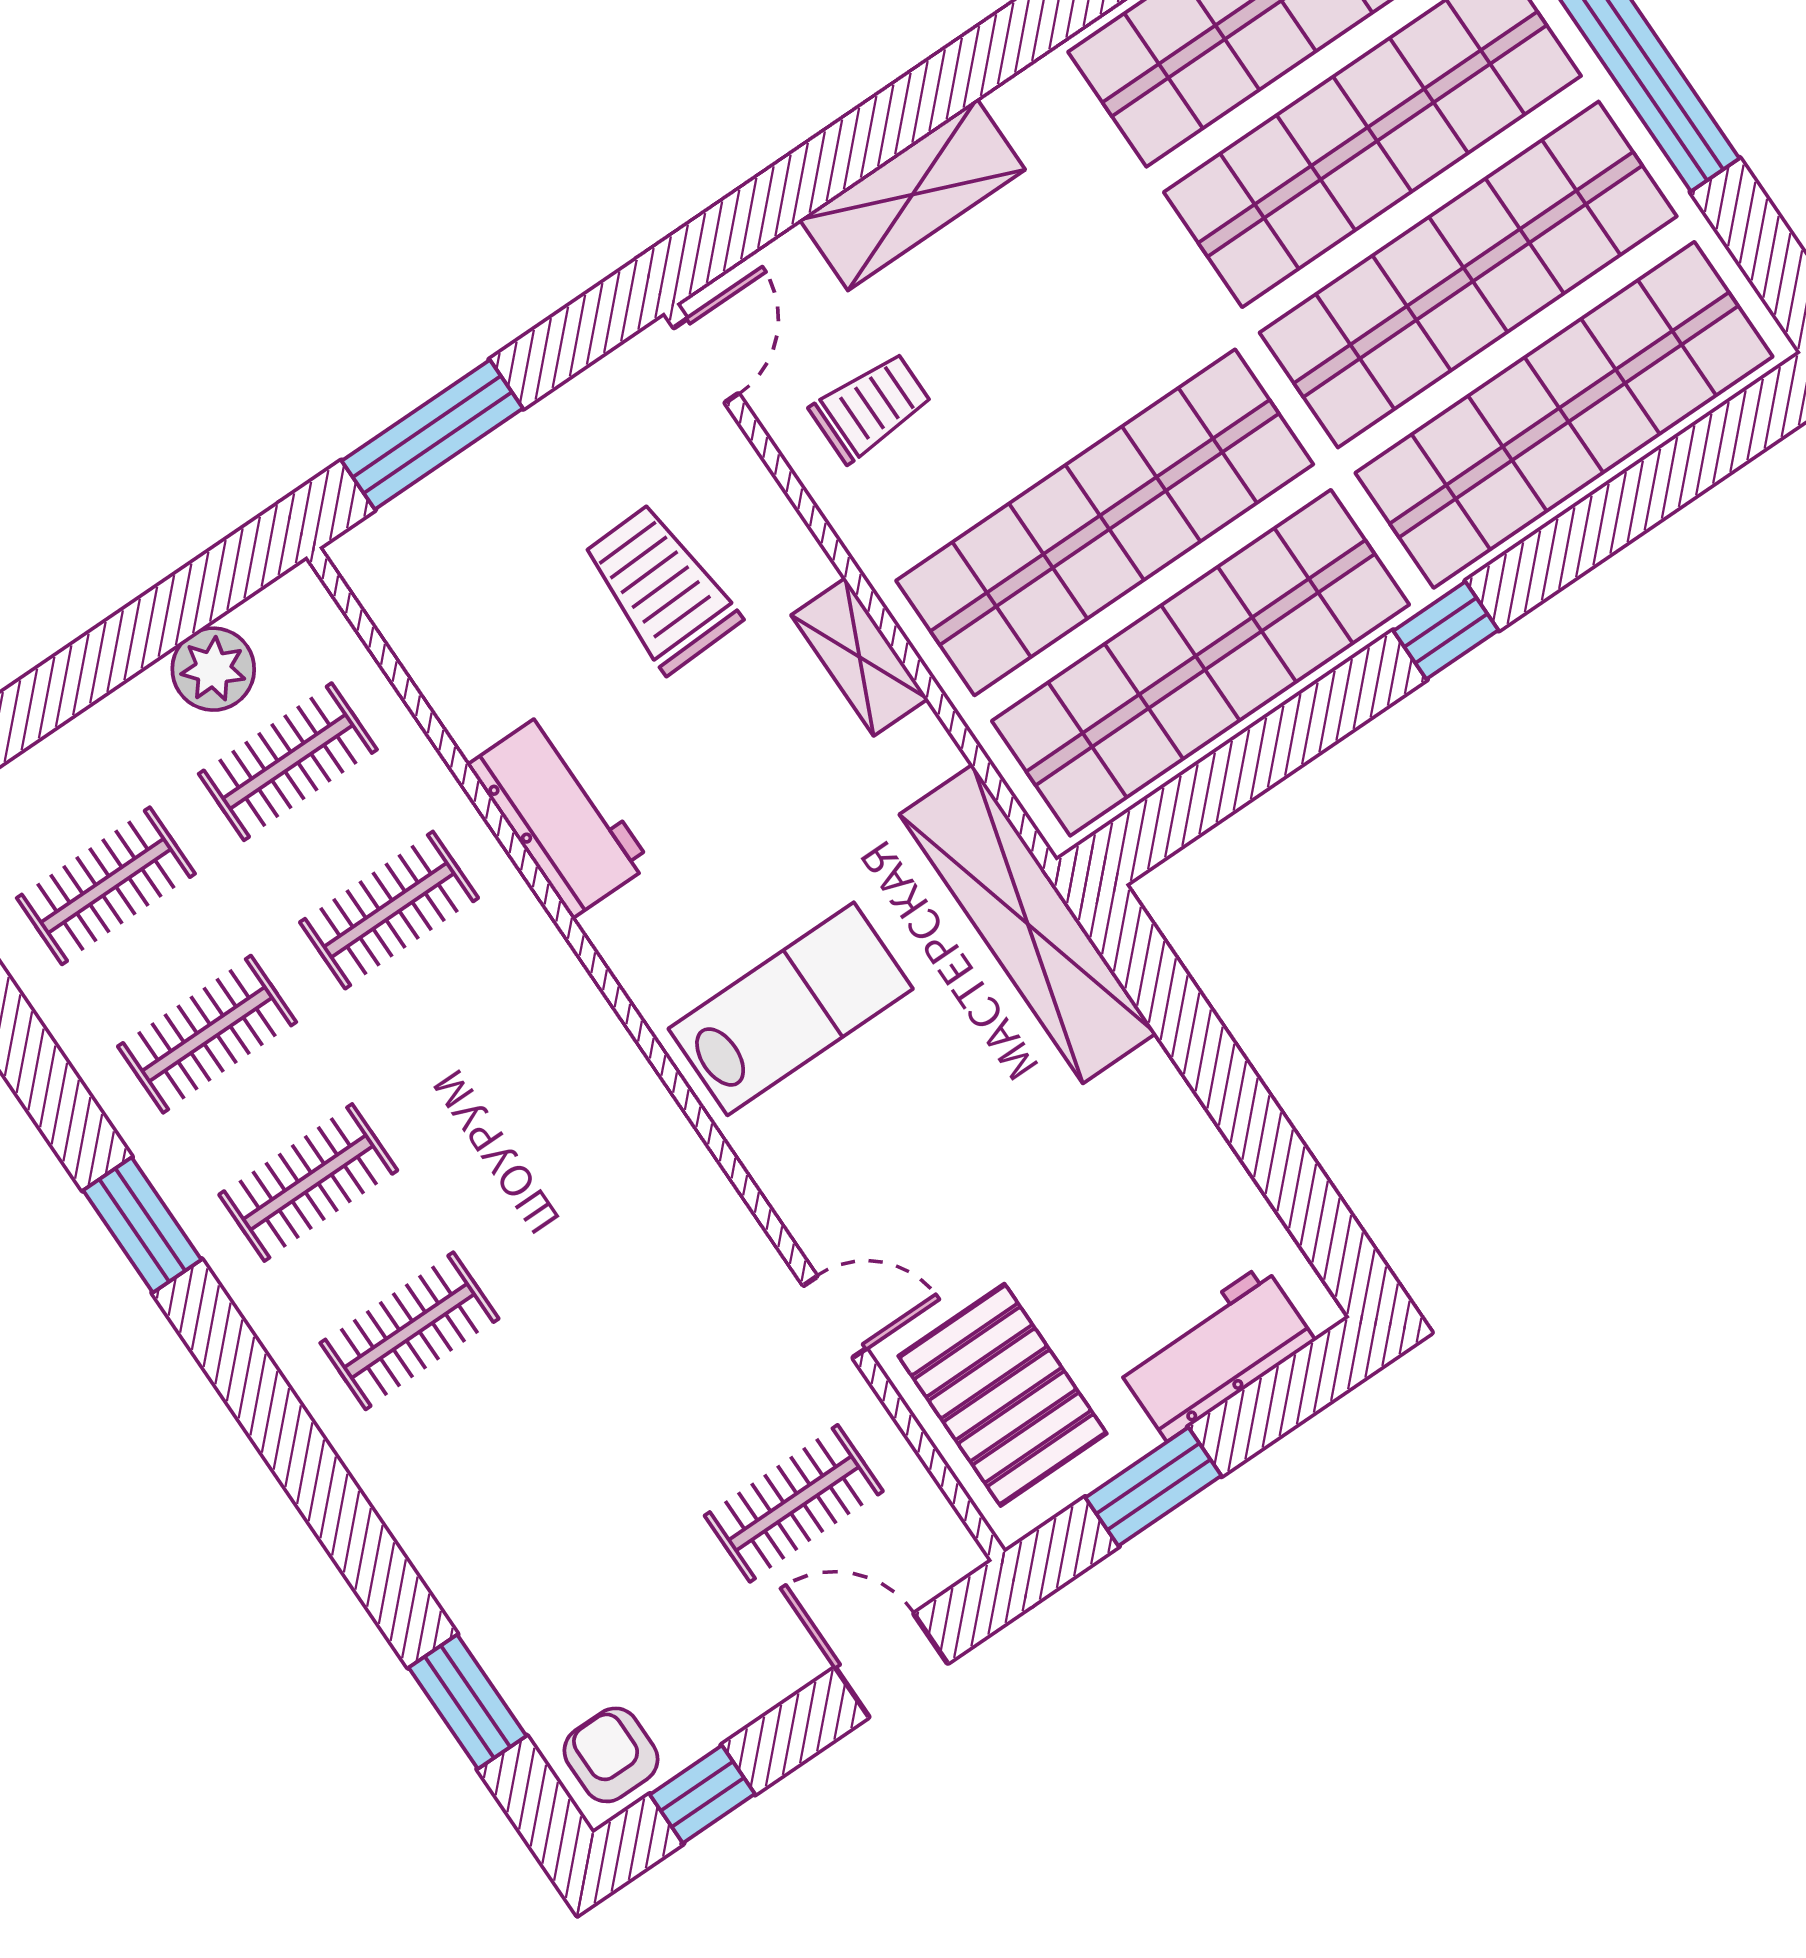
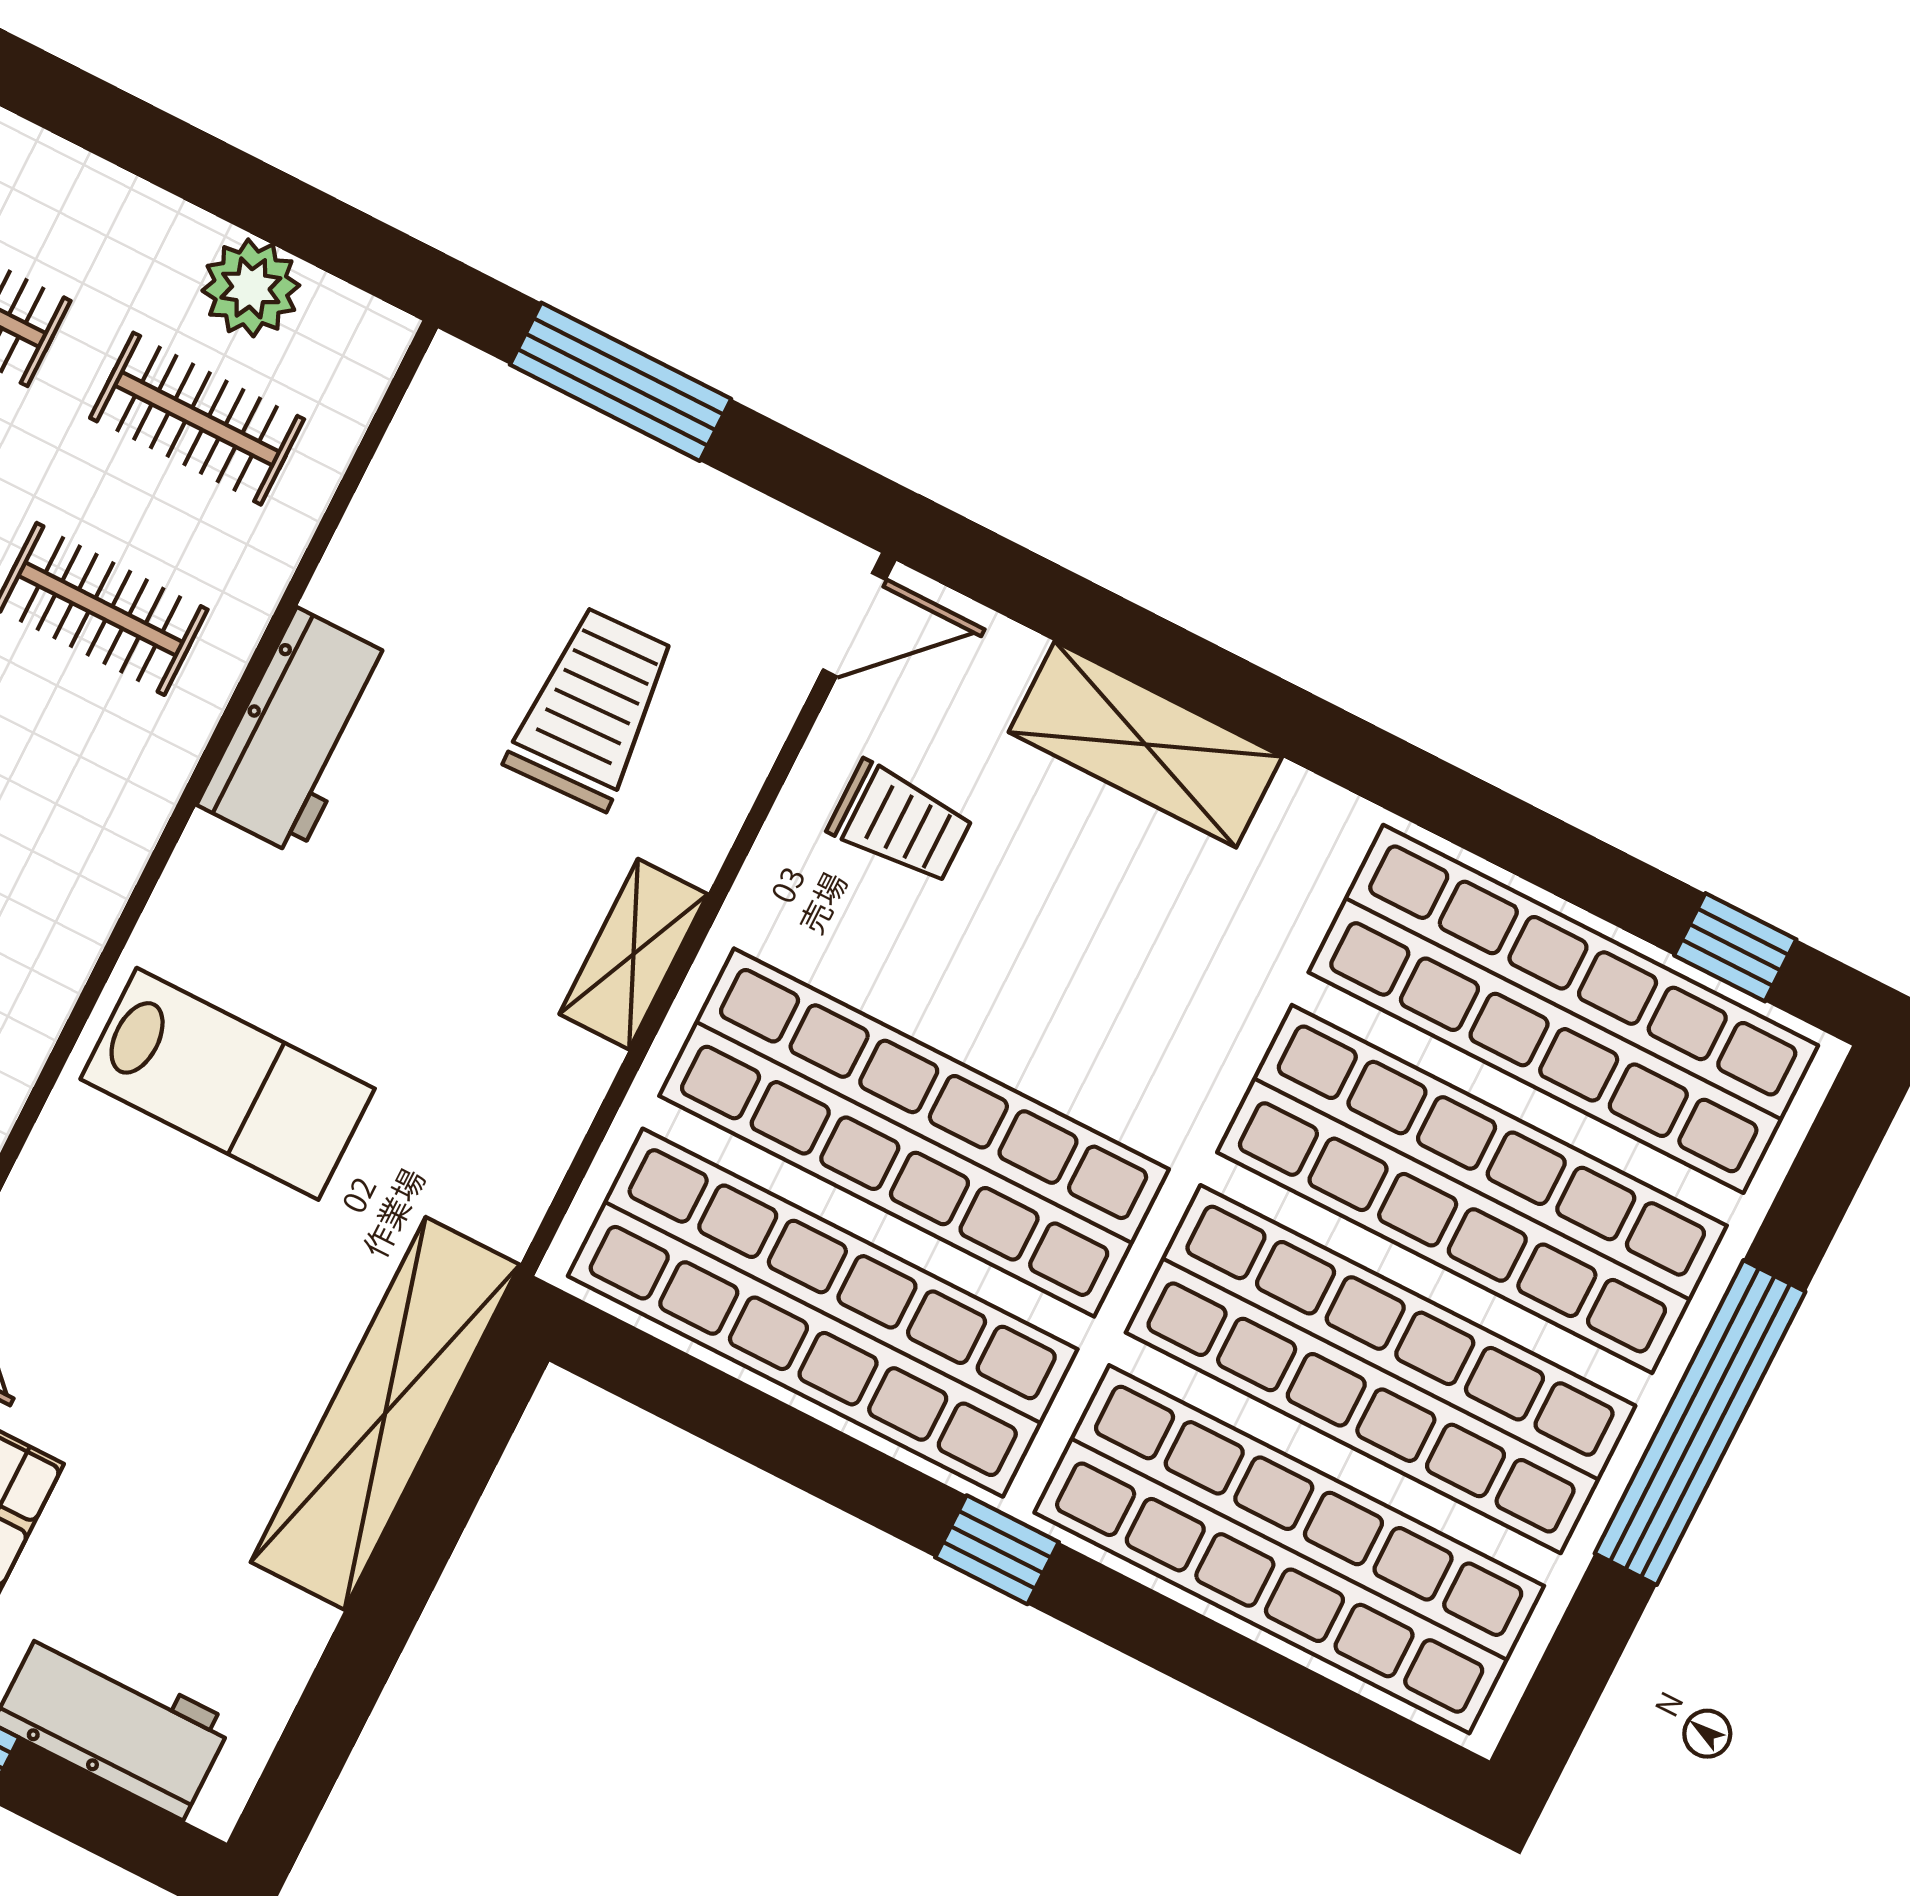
shelving: (1028, 924) -> (385, 1413), moved

